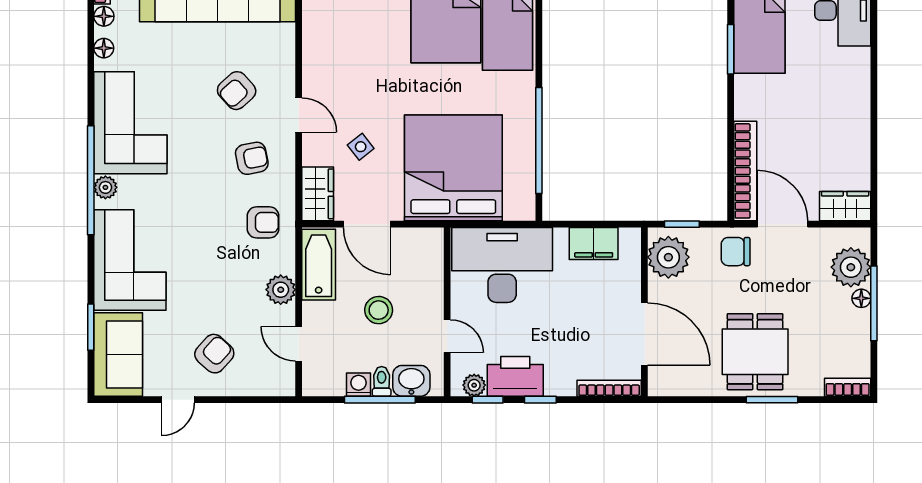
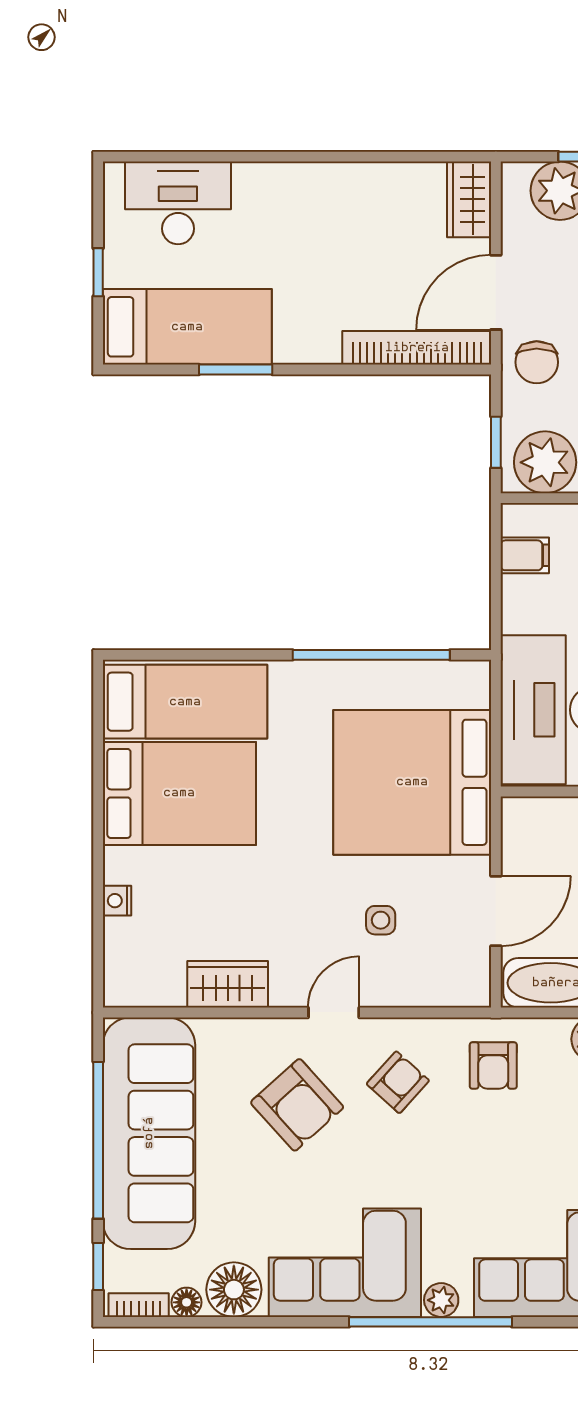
floor lamp: (104, 48) -> (234, 1290), width x1.89, depth x1.89
armchair: (237, 91) -> (297, 1105), width x1.38, depth x1.38
side table: (361, 147) -> (381, 920), turned 38
armchair: (252, 158) -> (398, 1082), turned 53
wardrobe: (318, 194) -> (228, 984), moved
armchair: (263, 222) -> (493, 1065), turned 180
filing cabinet: (594, 244) -> (525, 555), width x0.50

